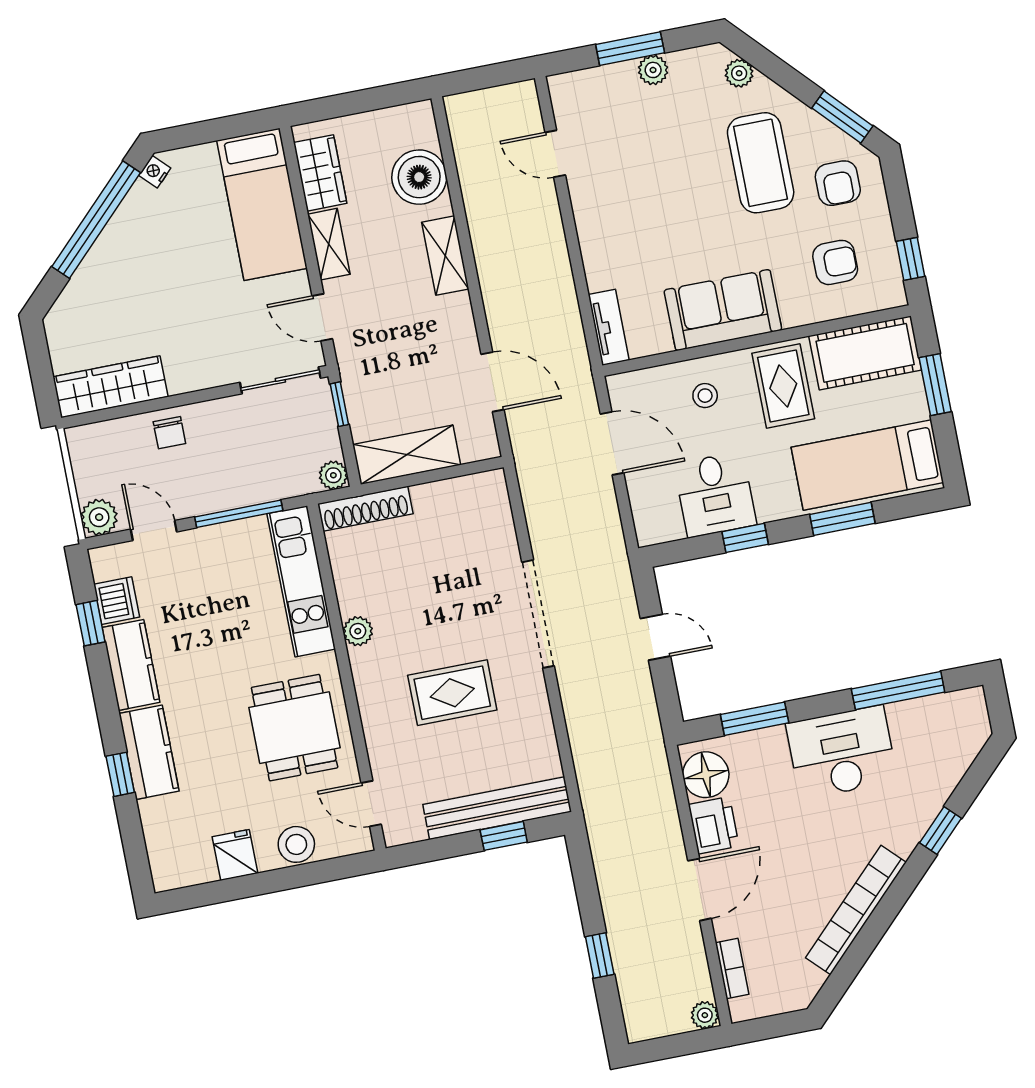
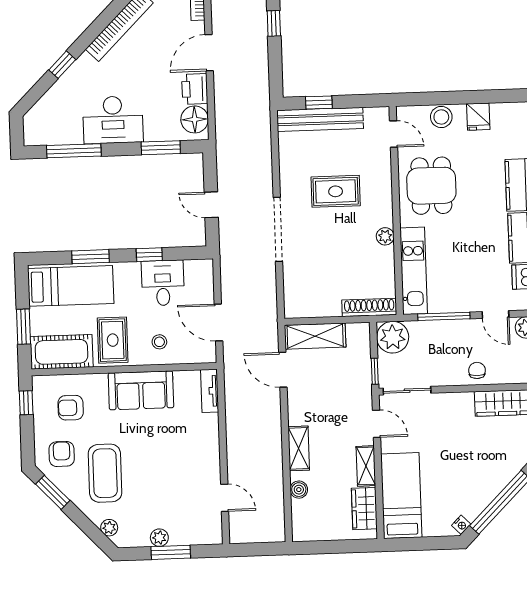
boiler: (419, 177) -> (299, 490), width x0.54, depth x0.54
shelving: (407, 455) -> (315, 336), moved
plant: (333, 475) -> (393, 337), width x1.87, depth x1.87

